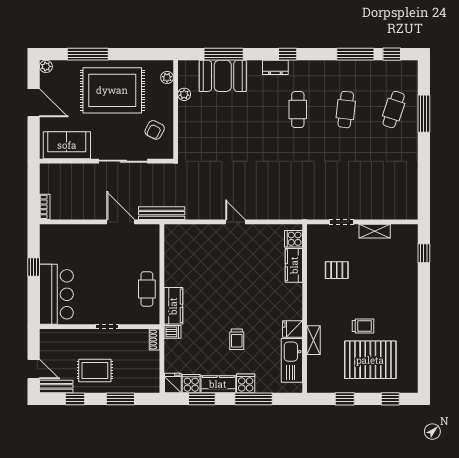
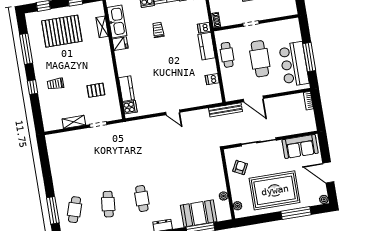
window: (424, 253) -> (32, 87), moved
dishwasher: (173, 259) -> (212, 79), added
window: (34, 267) -> (309, 57), width x2.17
cafe table: (102, 276) -> (260, 59), added
bar counter: (56, 294) -> (294, 64), moved
trolley: (363, 326) -> (55, 84), moved
shelving: (313, 340) -> (102, 27), moved
window: (424, 343) -> (26, 49), added

